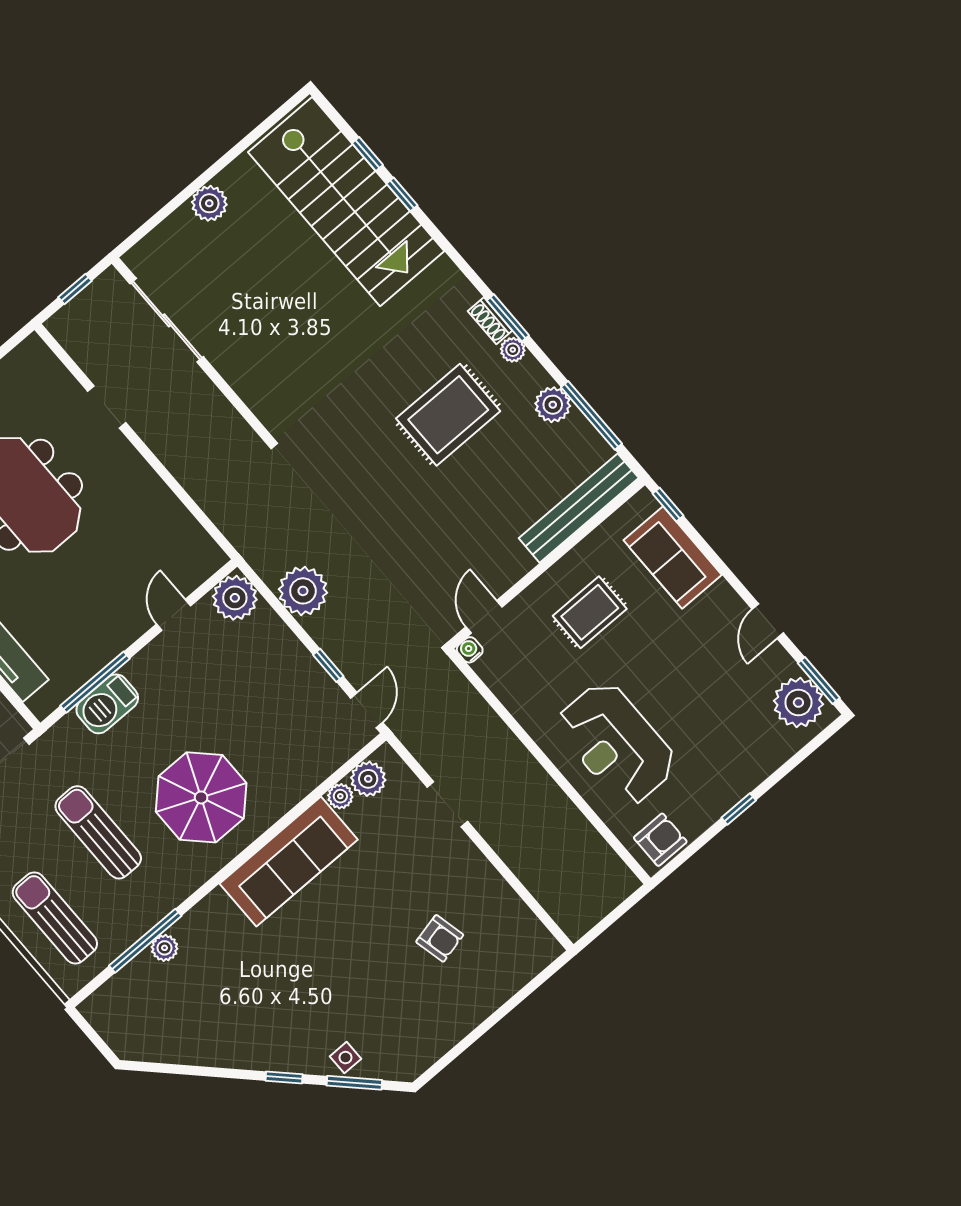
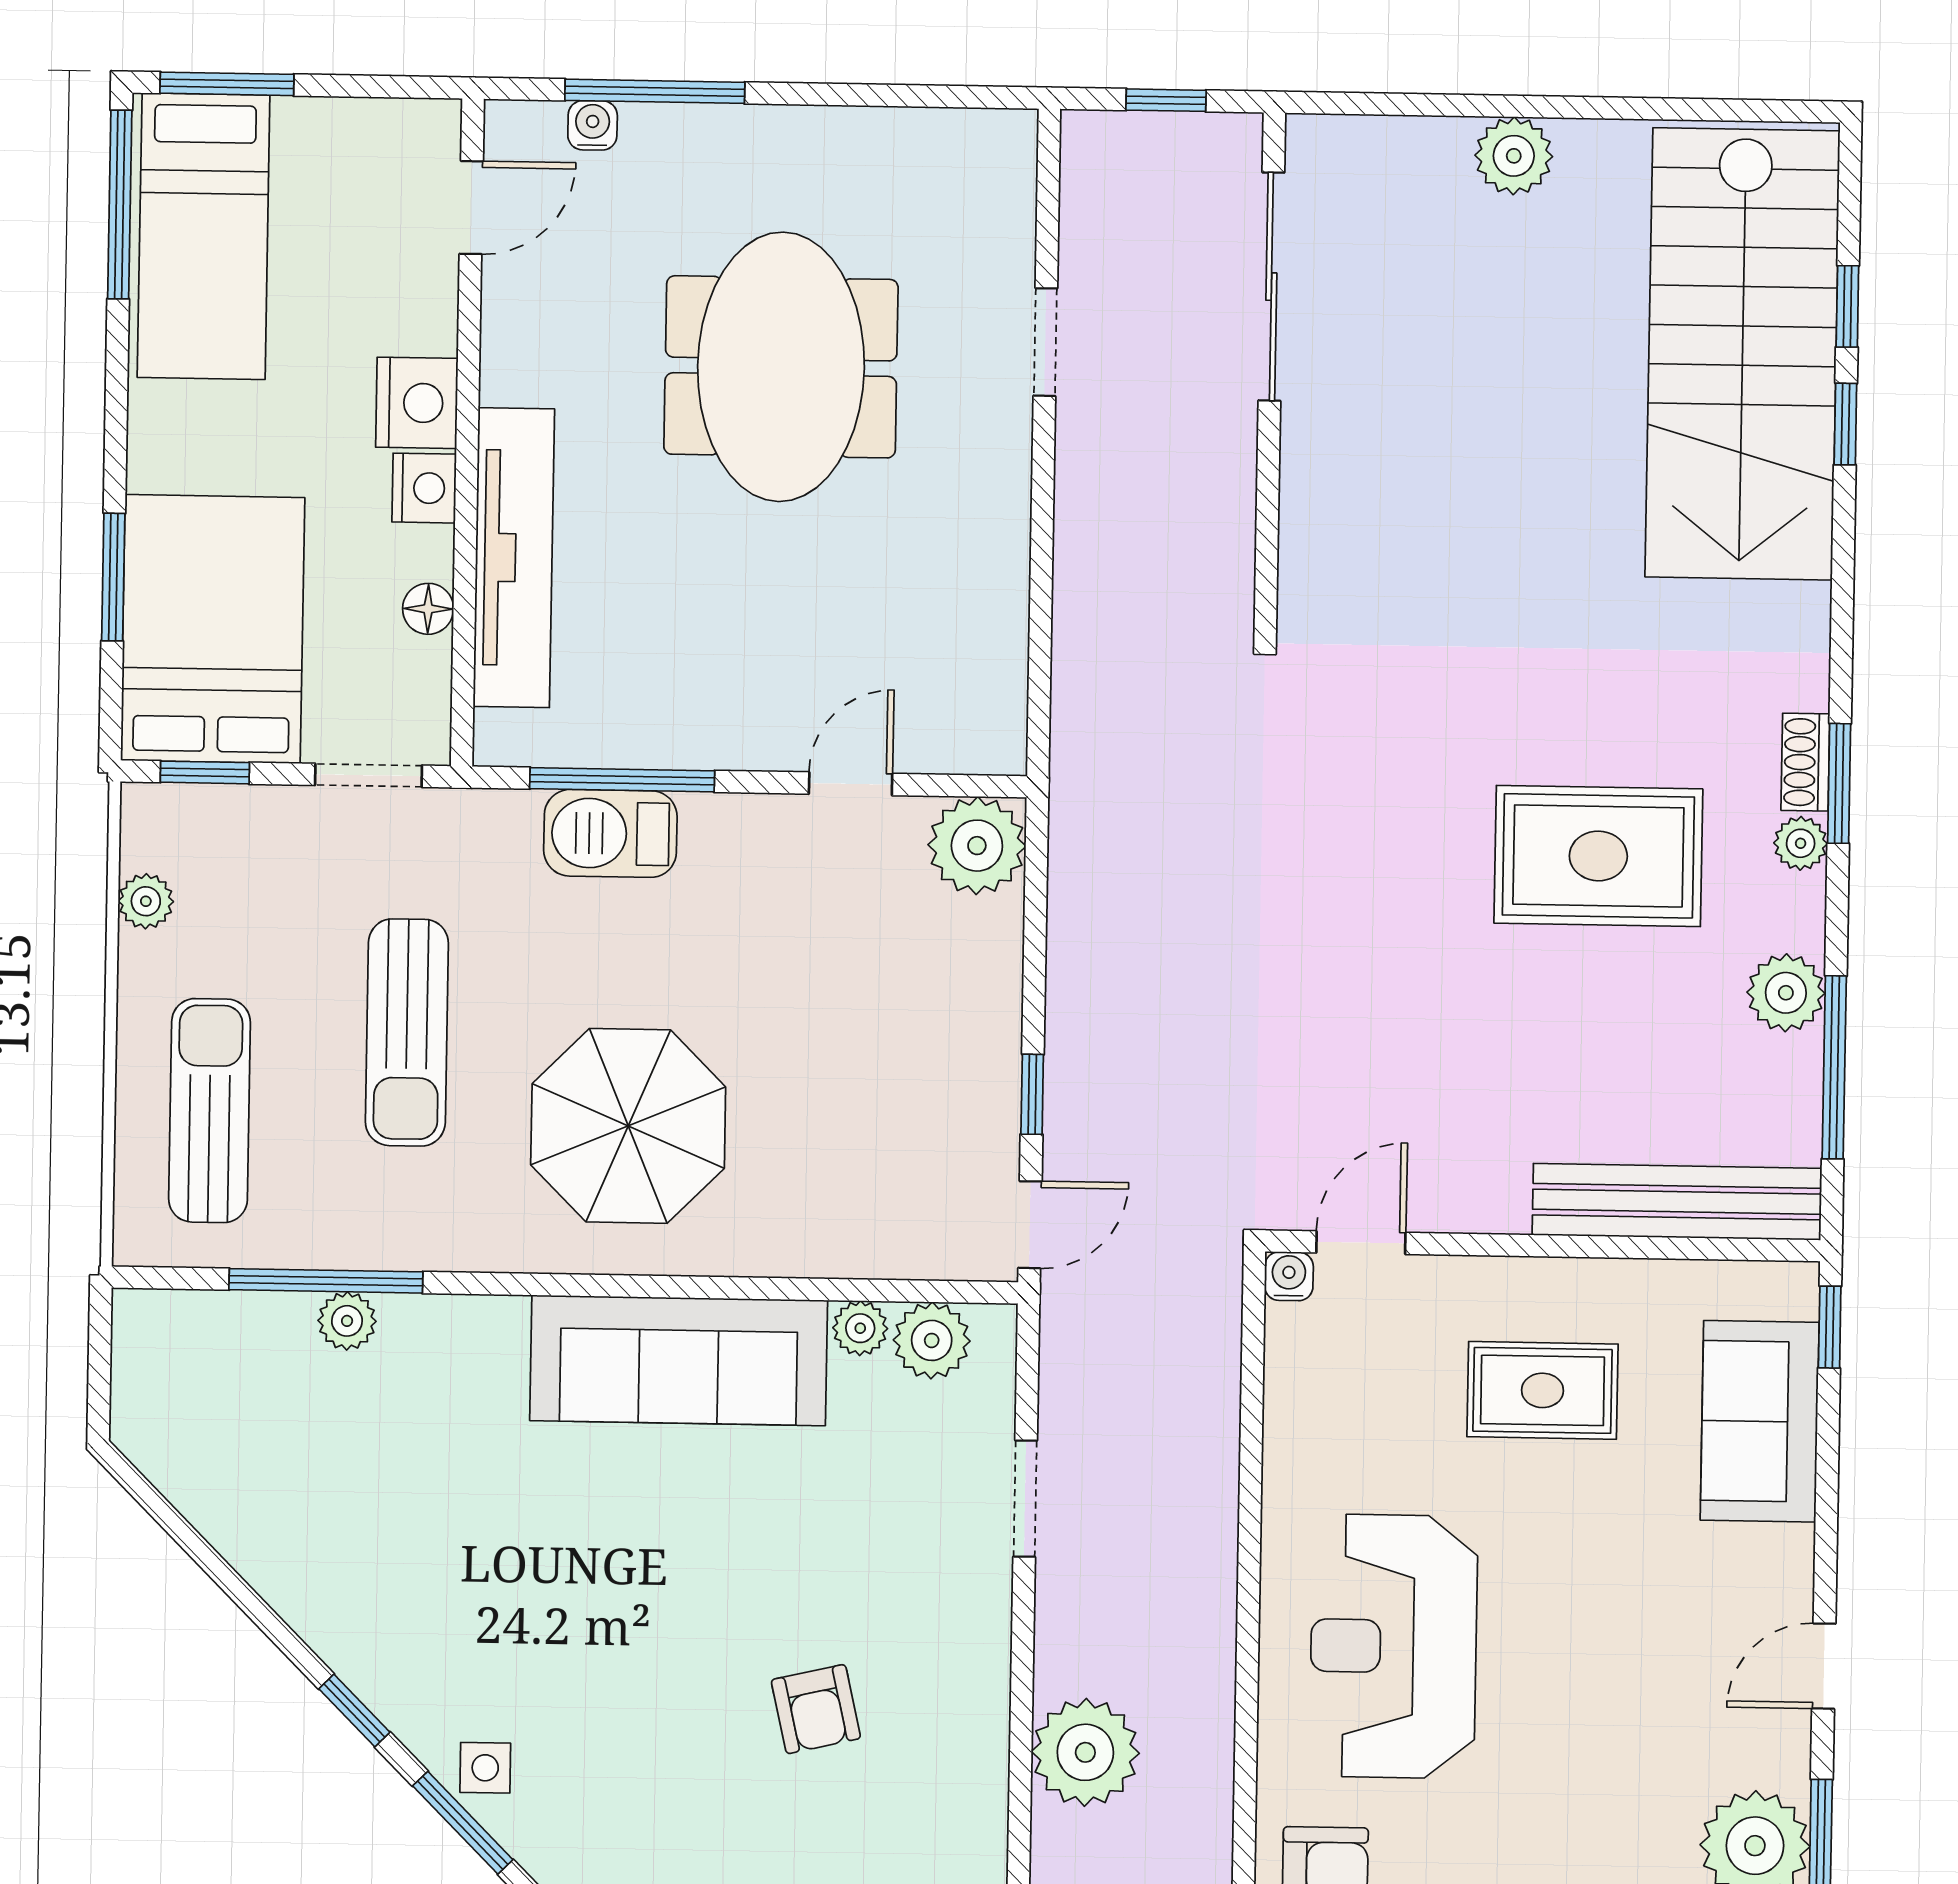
plant: (303, 591) -> (1085, 1752), moved
sun lounger: (98, 832) -> (407, 1032), turned 180

